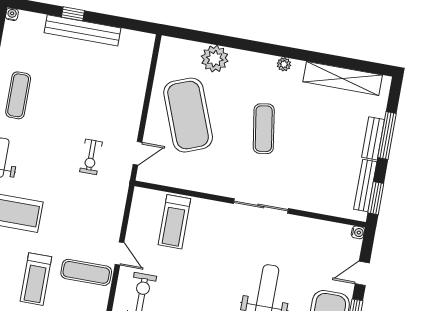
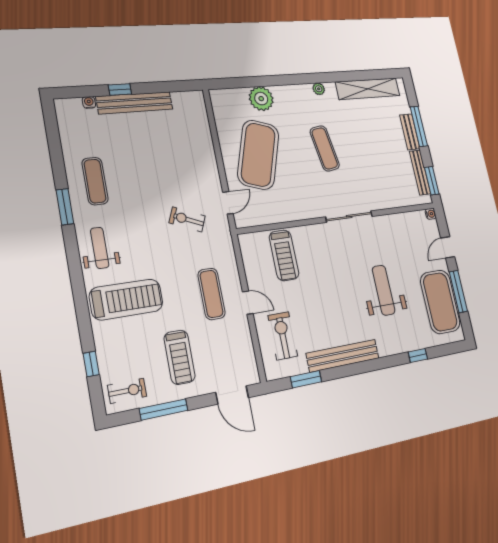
water cooler: (12, 14) -> (89, 102), moved
exercise mat: (188, 115) -> (258, 155), turned 39
exercise bike: (91, 157) -> (187, 219), turned 113
exercise mat: (86, 272) -> (211, 294), moved, turned 90

